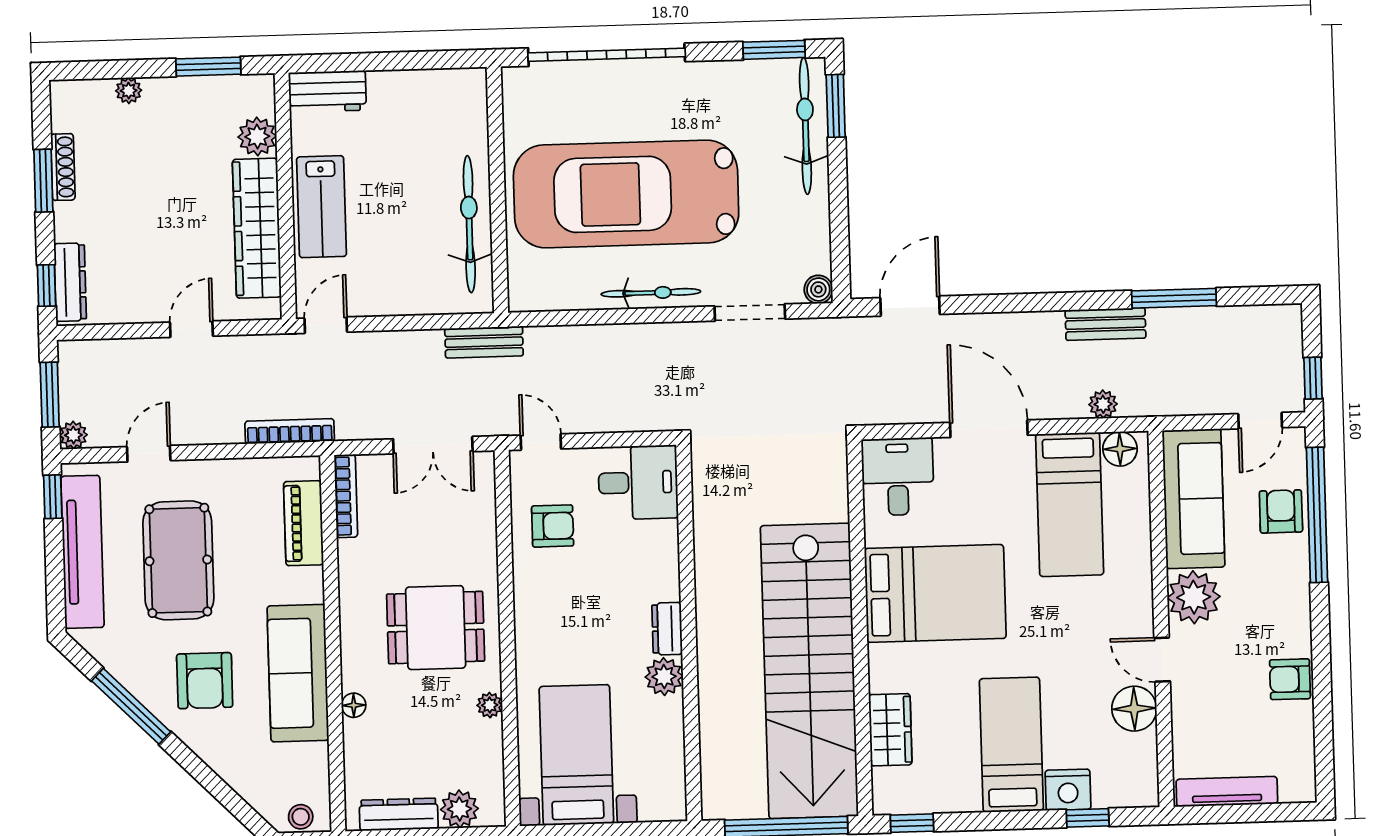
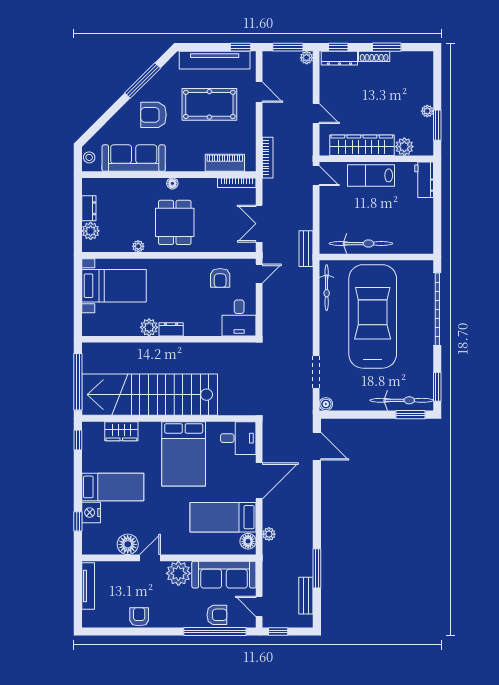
plant: (129, 91) -> (427, 111), moved
shoe rack: (63, 167) -> (374, 56), moved
bicycle: (651, 293) -> (327, 288), moved
bench: (1106, 324) -> (306, 596), moved
plant: (73, 435) -> (307, 58), moved
sofa: (298, 673) -> (134, 158), moved
floor lamp: (354, 705) -> (172, 183), moved
dresser: (399, 814) -> (89, 208), width x0.70

